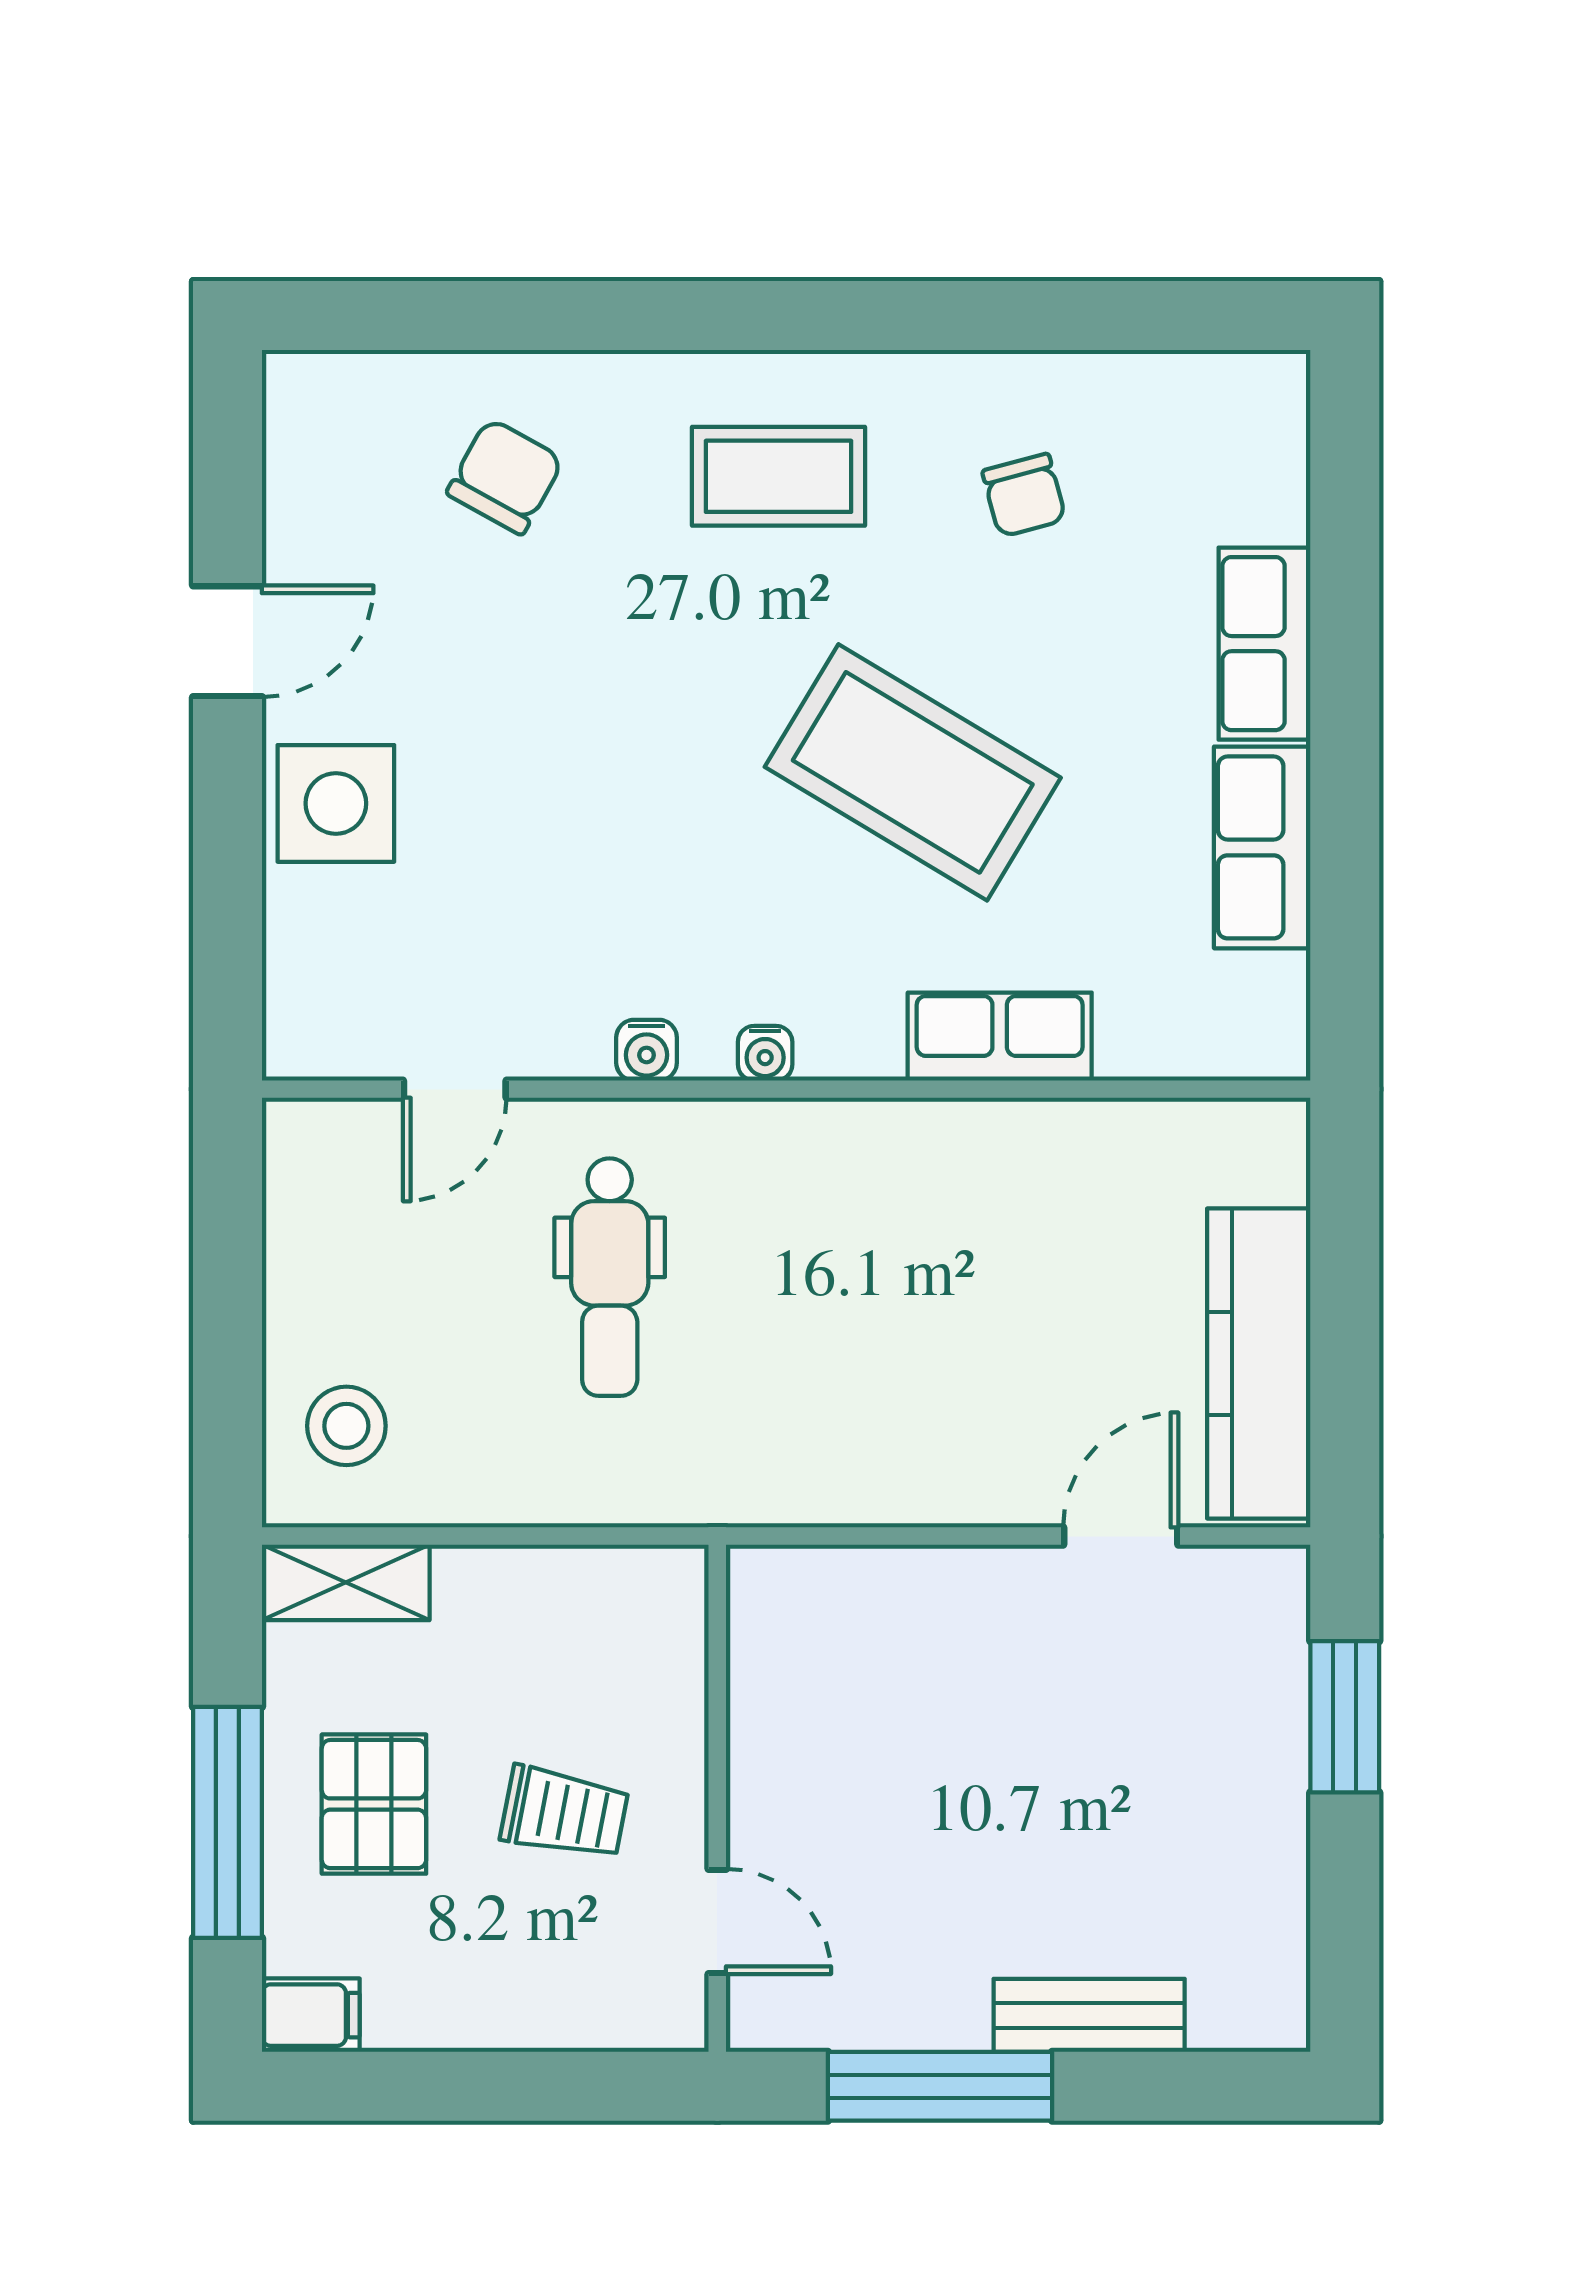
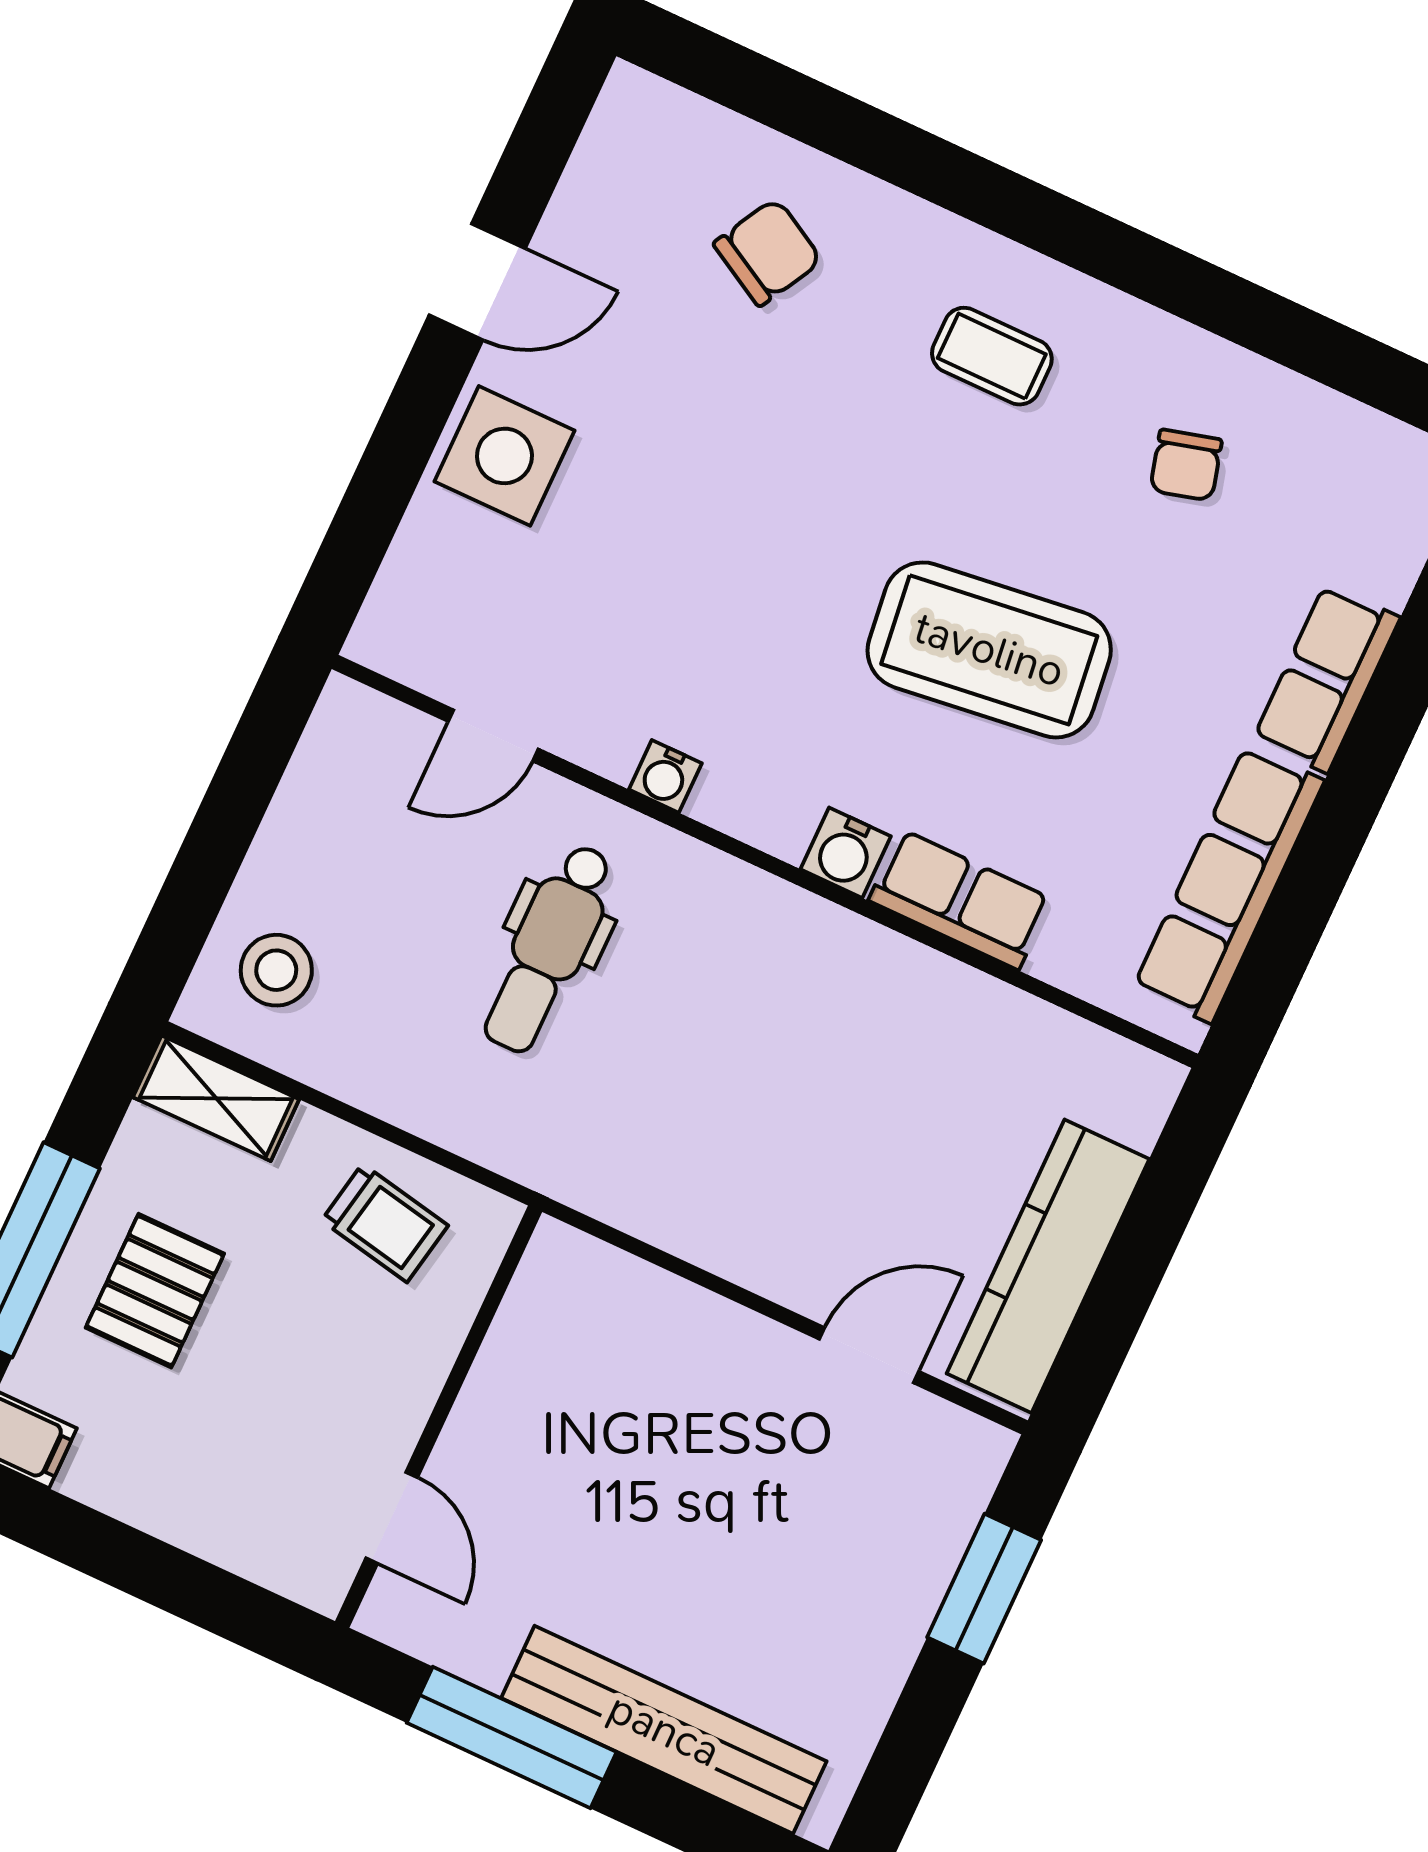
coffee table: (778, 476) -> (992, 356), width x0.73, depth x0.77
coffee table: (913, 772) -> (989, 650), turned -38
row of seats: (1262, 847) -> (1229, 884), width x1.48
water cooler: (765, 1053) -> (846, 853), moved, width x1.38, depth x1.38
trolley: (564, 1813) -> (385, 1223), moved
bench: (1089, 2015) -> (664, 1730), width x1.86, depth x1.21

